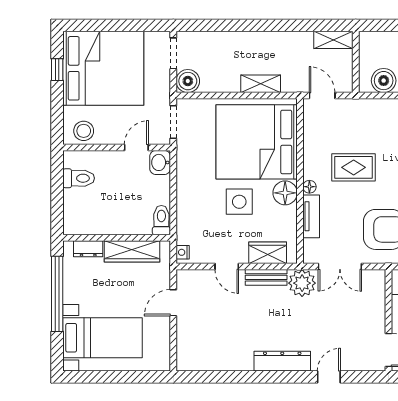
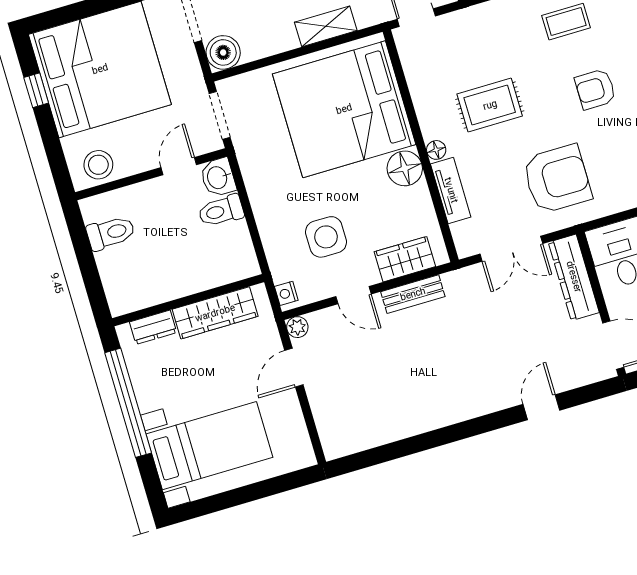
side table: (239, 202) -> (326, 237), moved
toilet: (161, 220) -> (221, 211), moved, turned -90
plant: (302, 283) -> (297, 327), moved, width x0.53, depth x0.53
dresser: (282, 361) -> (574, 277), moved, turned -90

